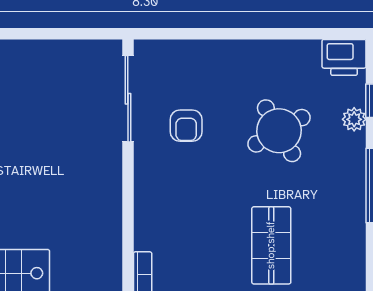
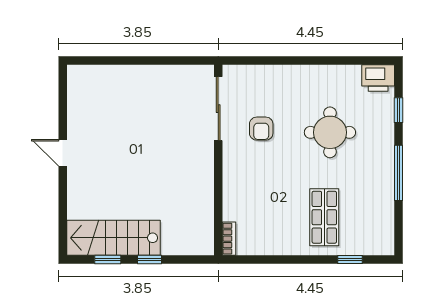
plant: (354, 119) -> (386, 124), removed
round table: (279, 131) -> (330, 132), turned 30

